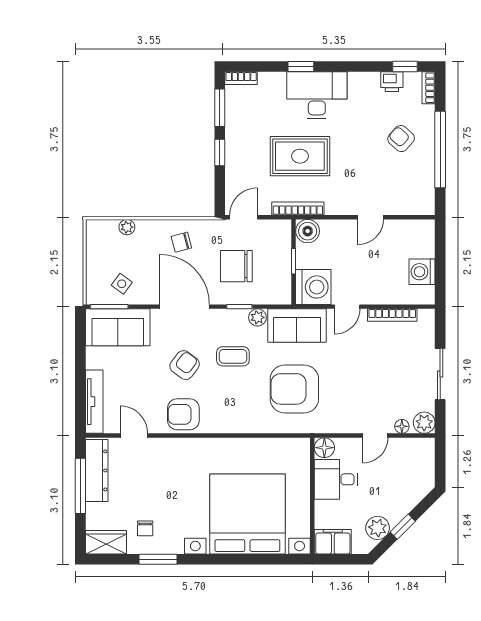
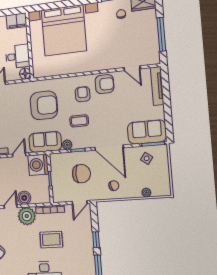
rug: (300, 156) -> (51, 240), width x0.73, depth x0.70
plant: (342, 199) -> (27, 216), added
boiler: (308, 231) -> (24, 198), moved
armchair: (185, 365) -> (83, 94), moved, turned 143
dresser: (97, 470) -> (152, 45), removed

